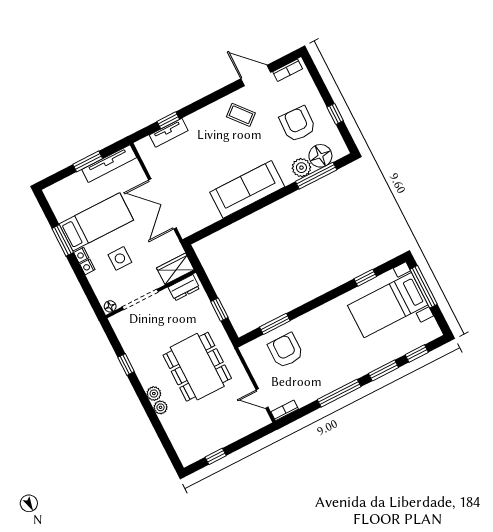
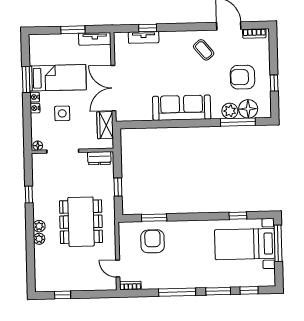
armchair: (298, 124) -> (242, 77), turned -92
tv unit: (109, 164) -> (95, 39), width x0.71
wardrobe: (175, 269) -> (105, 125), moved, turned -90

